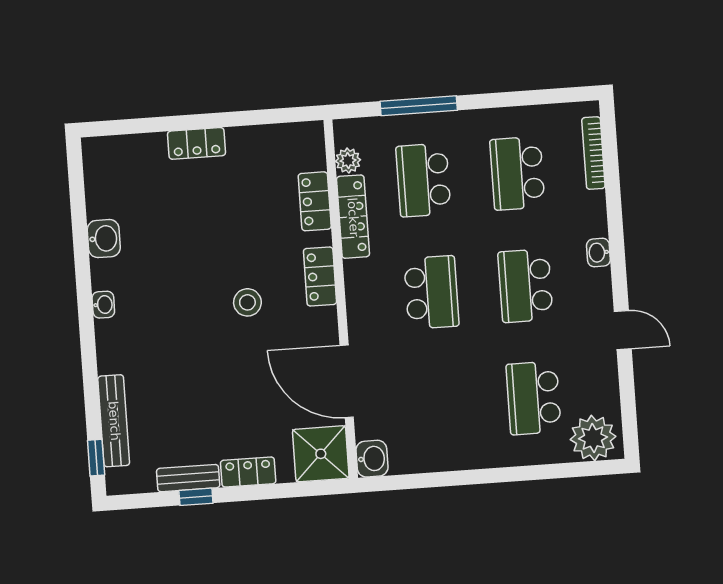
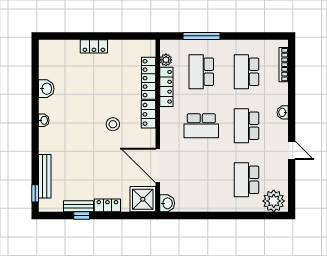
locker: (315, 201) -> (149, 78), width x1.53
school desk: (431, 292) -> (201, 126), turned 90

